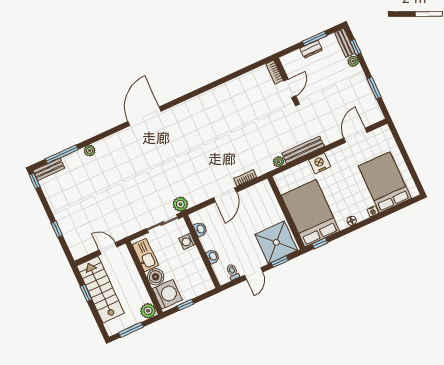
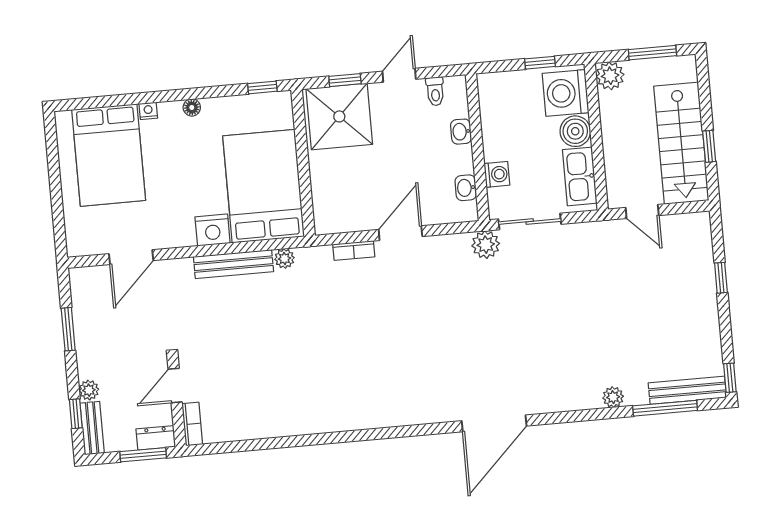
bookcase: (275, 72) -> (192, 424), moved
wall: (286, 80) -> (177, 403), moved
door: (290, 88) -> (175, 385), moved
bench: (49, 169) -> (687, 390), width x1.36
bed: (311, 213) -> (264, 186), moved, turned 180

